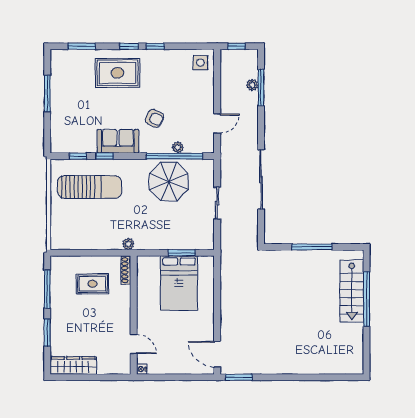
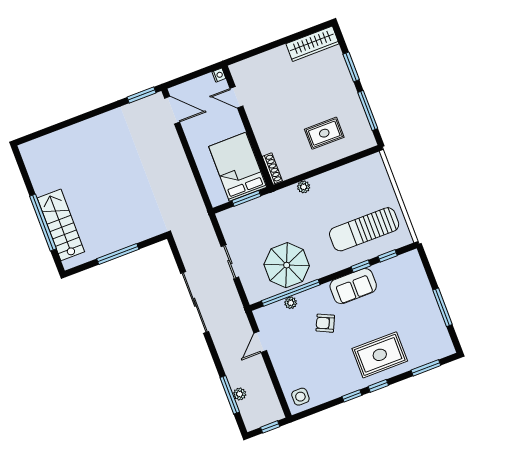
shoe rack: (126, 270) -> (272, 169), moved
wall: (134, 315) -> (247, 126), moved
door: (134, 344) -> (236, 97), moved
nightstand: (142, 369) -> (219, 75), moved

